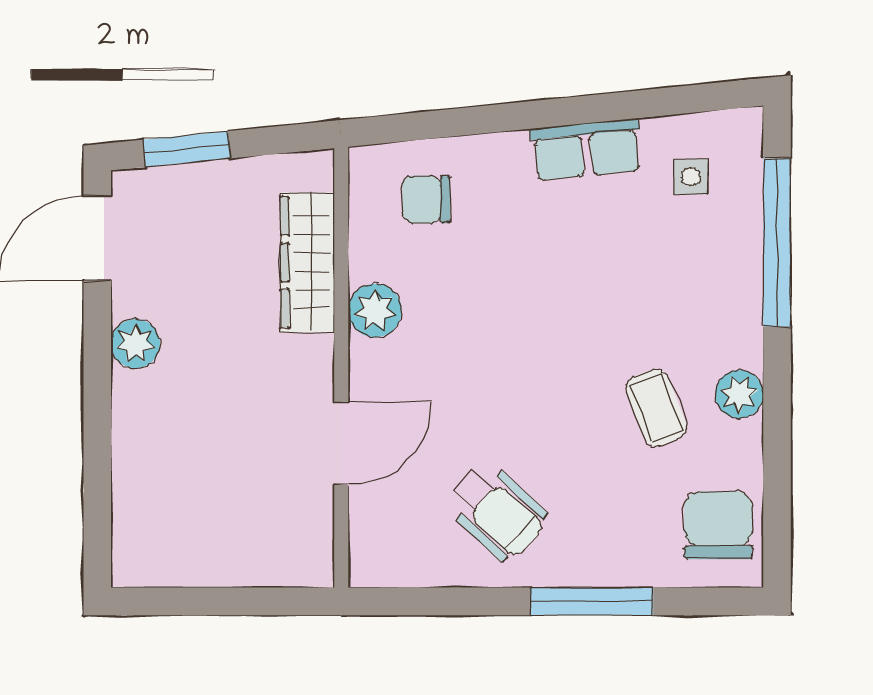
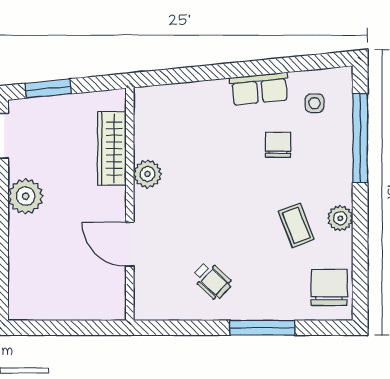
chair: (426, 199) -> (278, 145), moved, turned 90
plant: (135, 344) -> (26, 196), width x1.36, depth x1.36
door: (341, 444) -> (130, 244), swing flipped
wheelchair: (497, 512) -> (212, 280), width x0.73, depth x0.73

